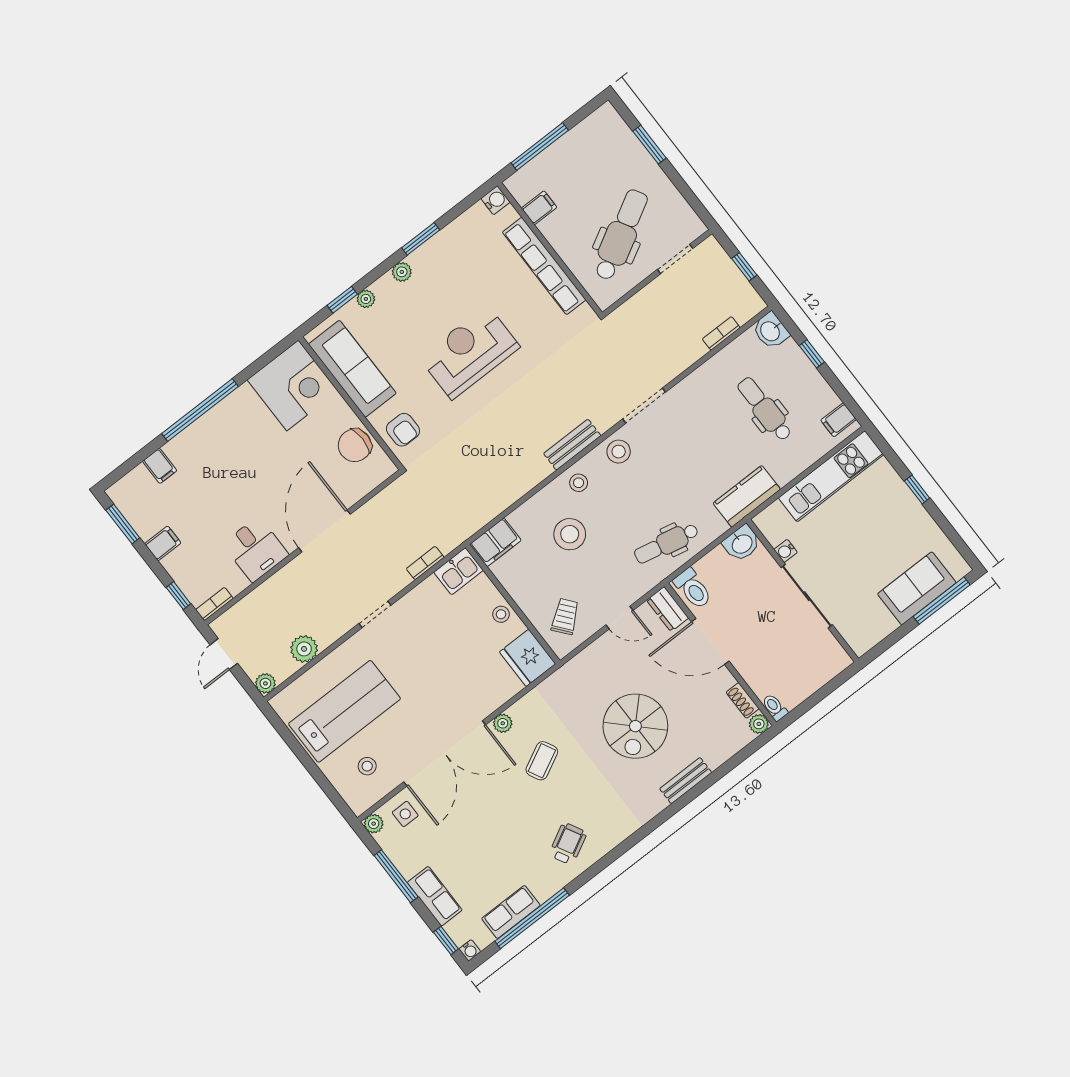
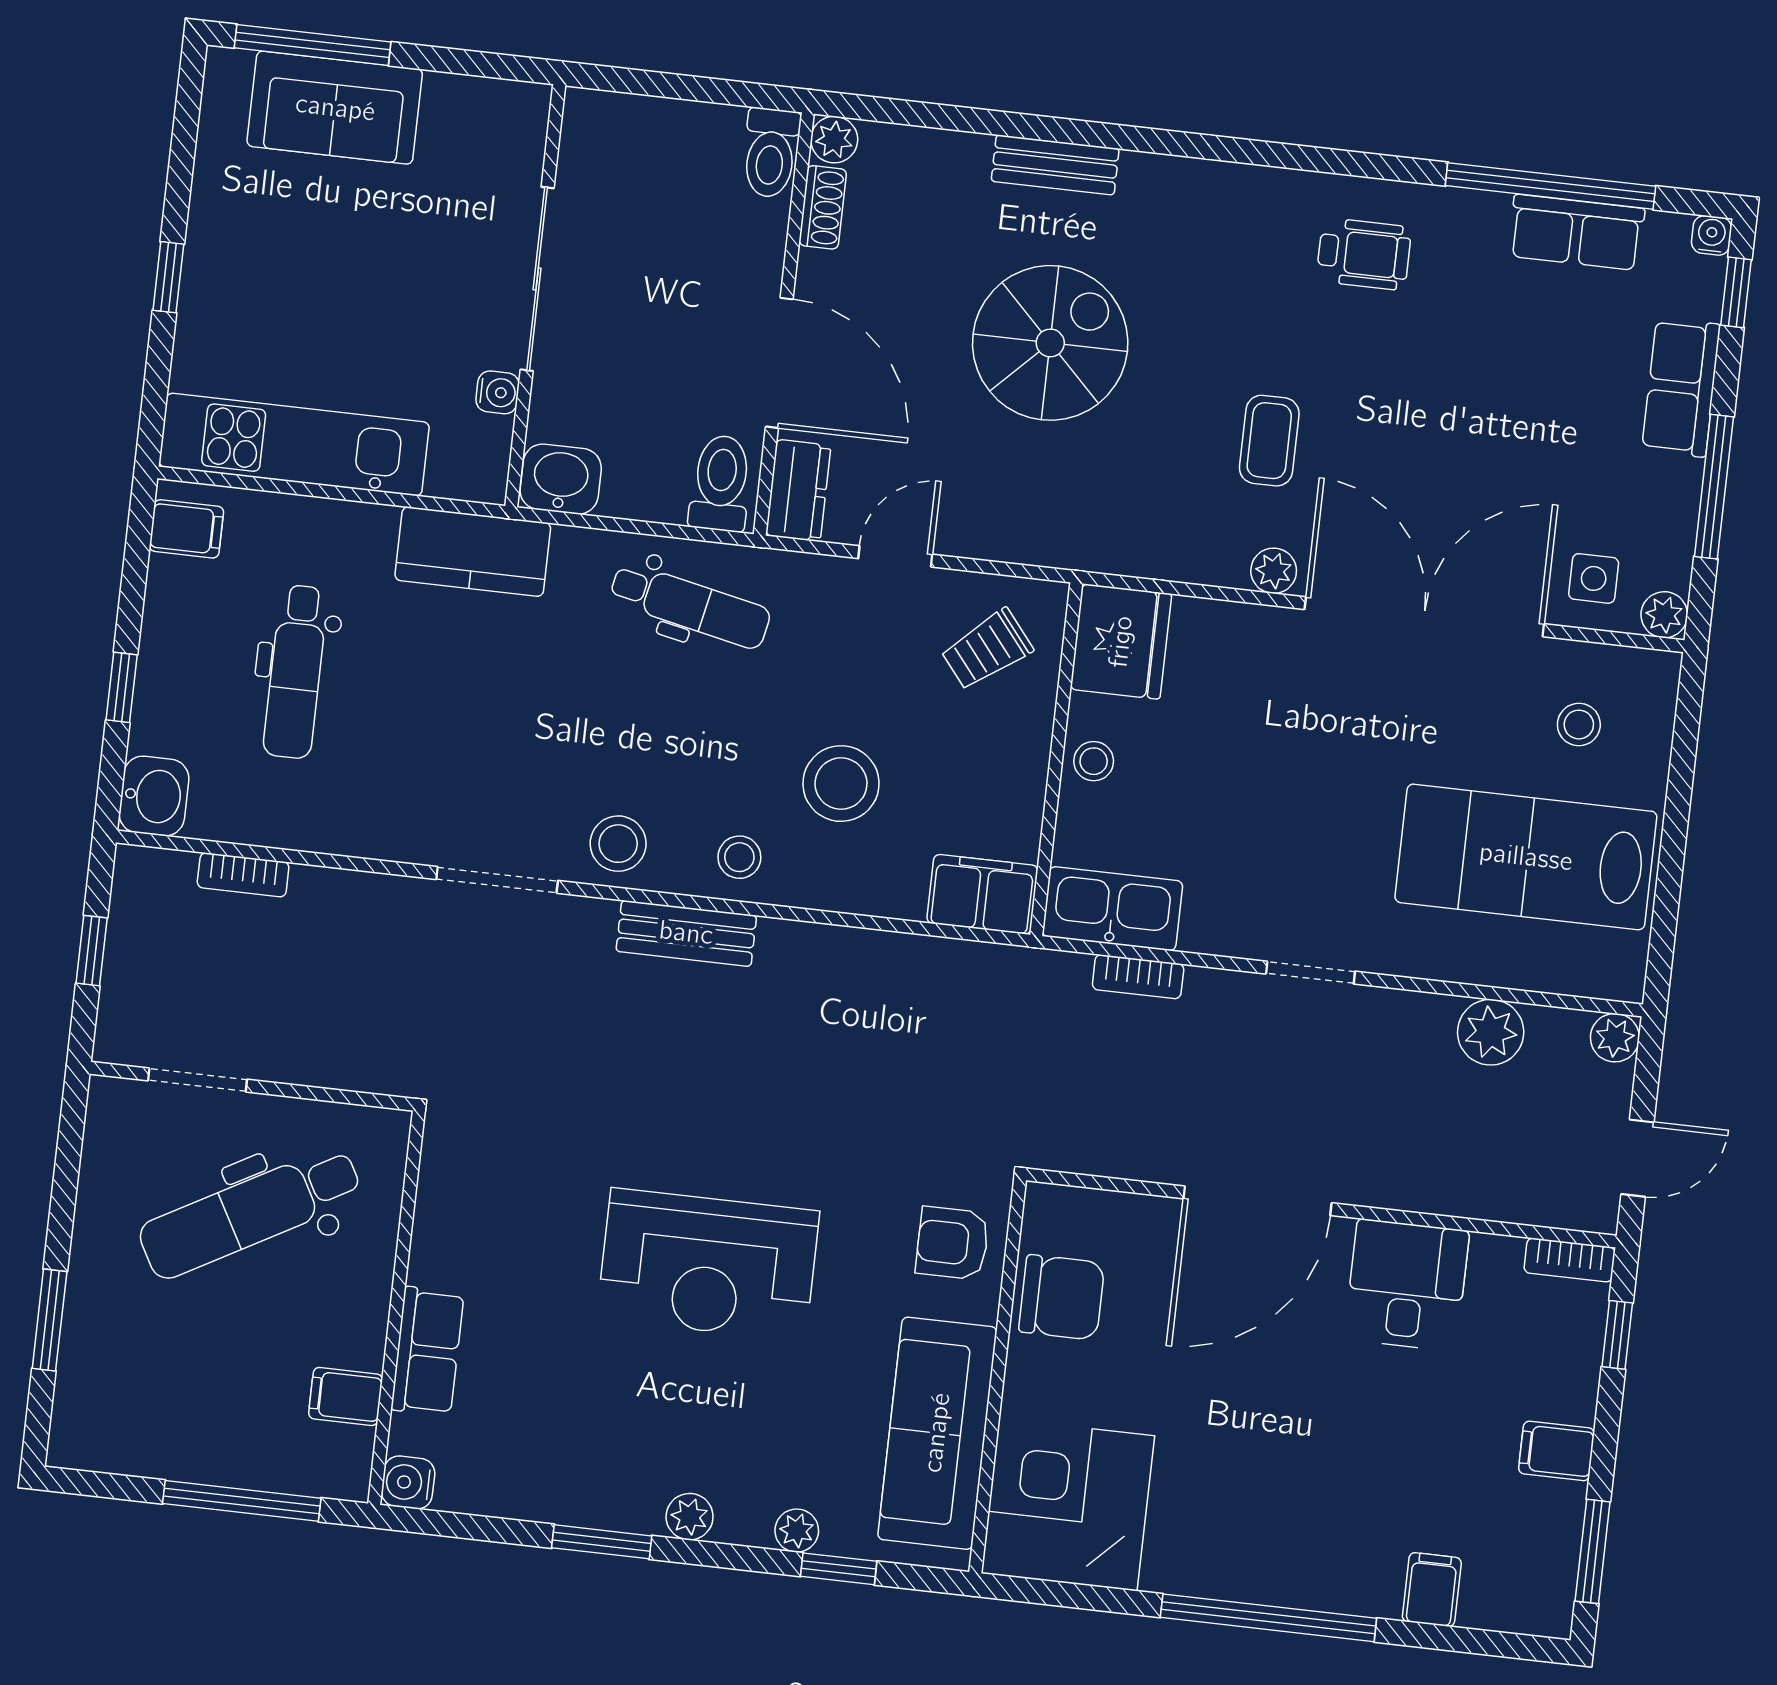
row of seats: (544, 266) -> (427, 1351), width x0.50
armchair: (403, 430) -> (952, 1243), turned -90
kitchen sink: (459, 571) -> (1113, 909), width x1.38
door: (620, 618) -> (895, 556), hinge flipped
toilet: (775, 707) -> (771, 153), width x1.37, depth x1.39
coffee table: (542, 761) -> (1269, 441), turned -63
wheelchair: (568, 844) -> (1364, 254), turned -152

